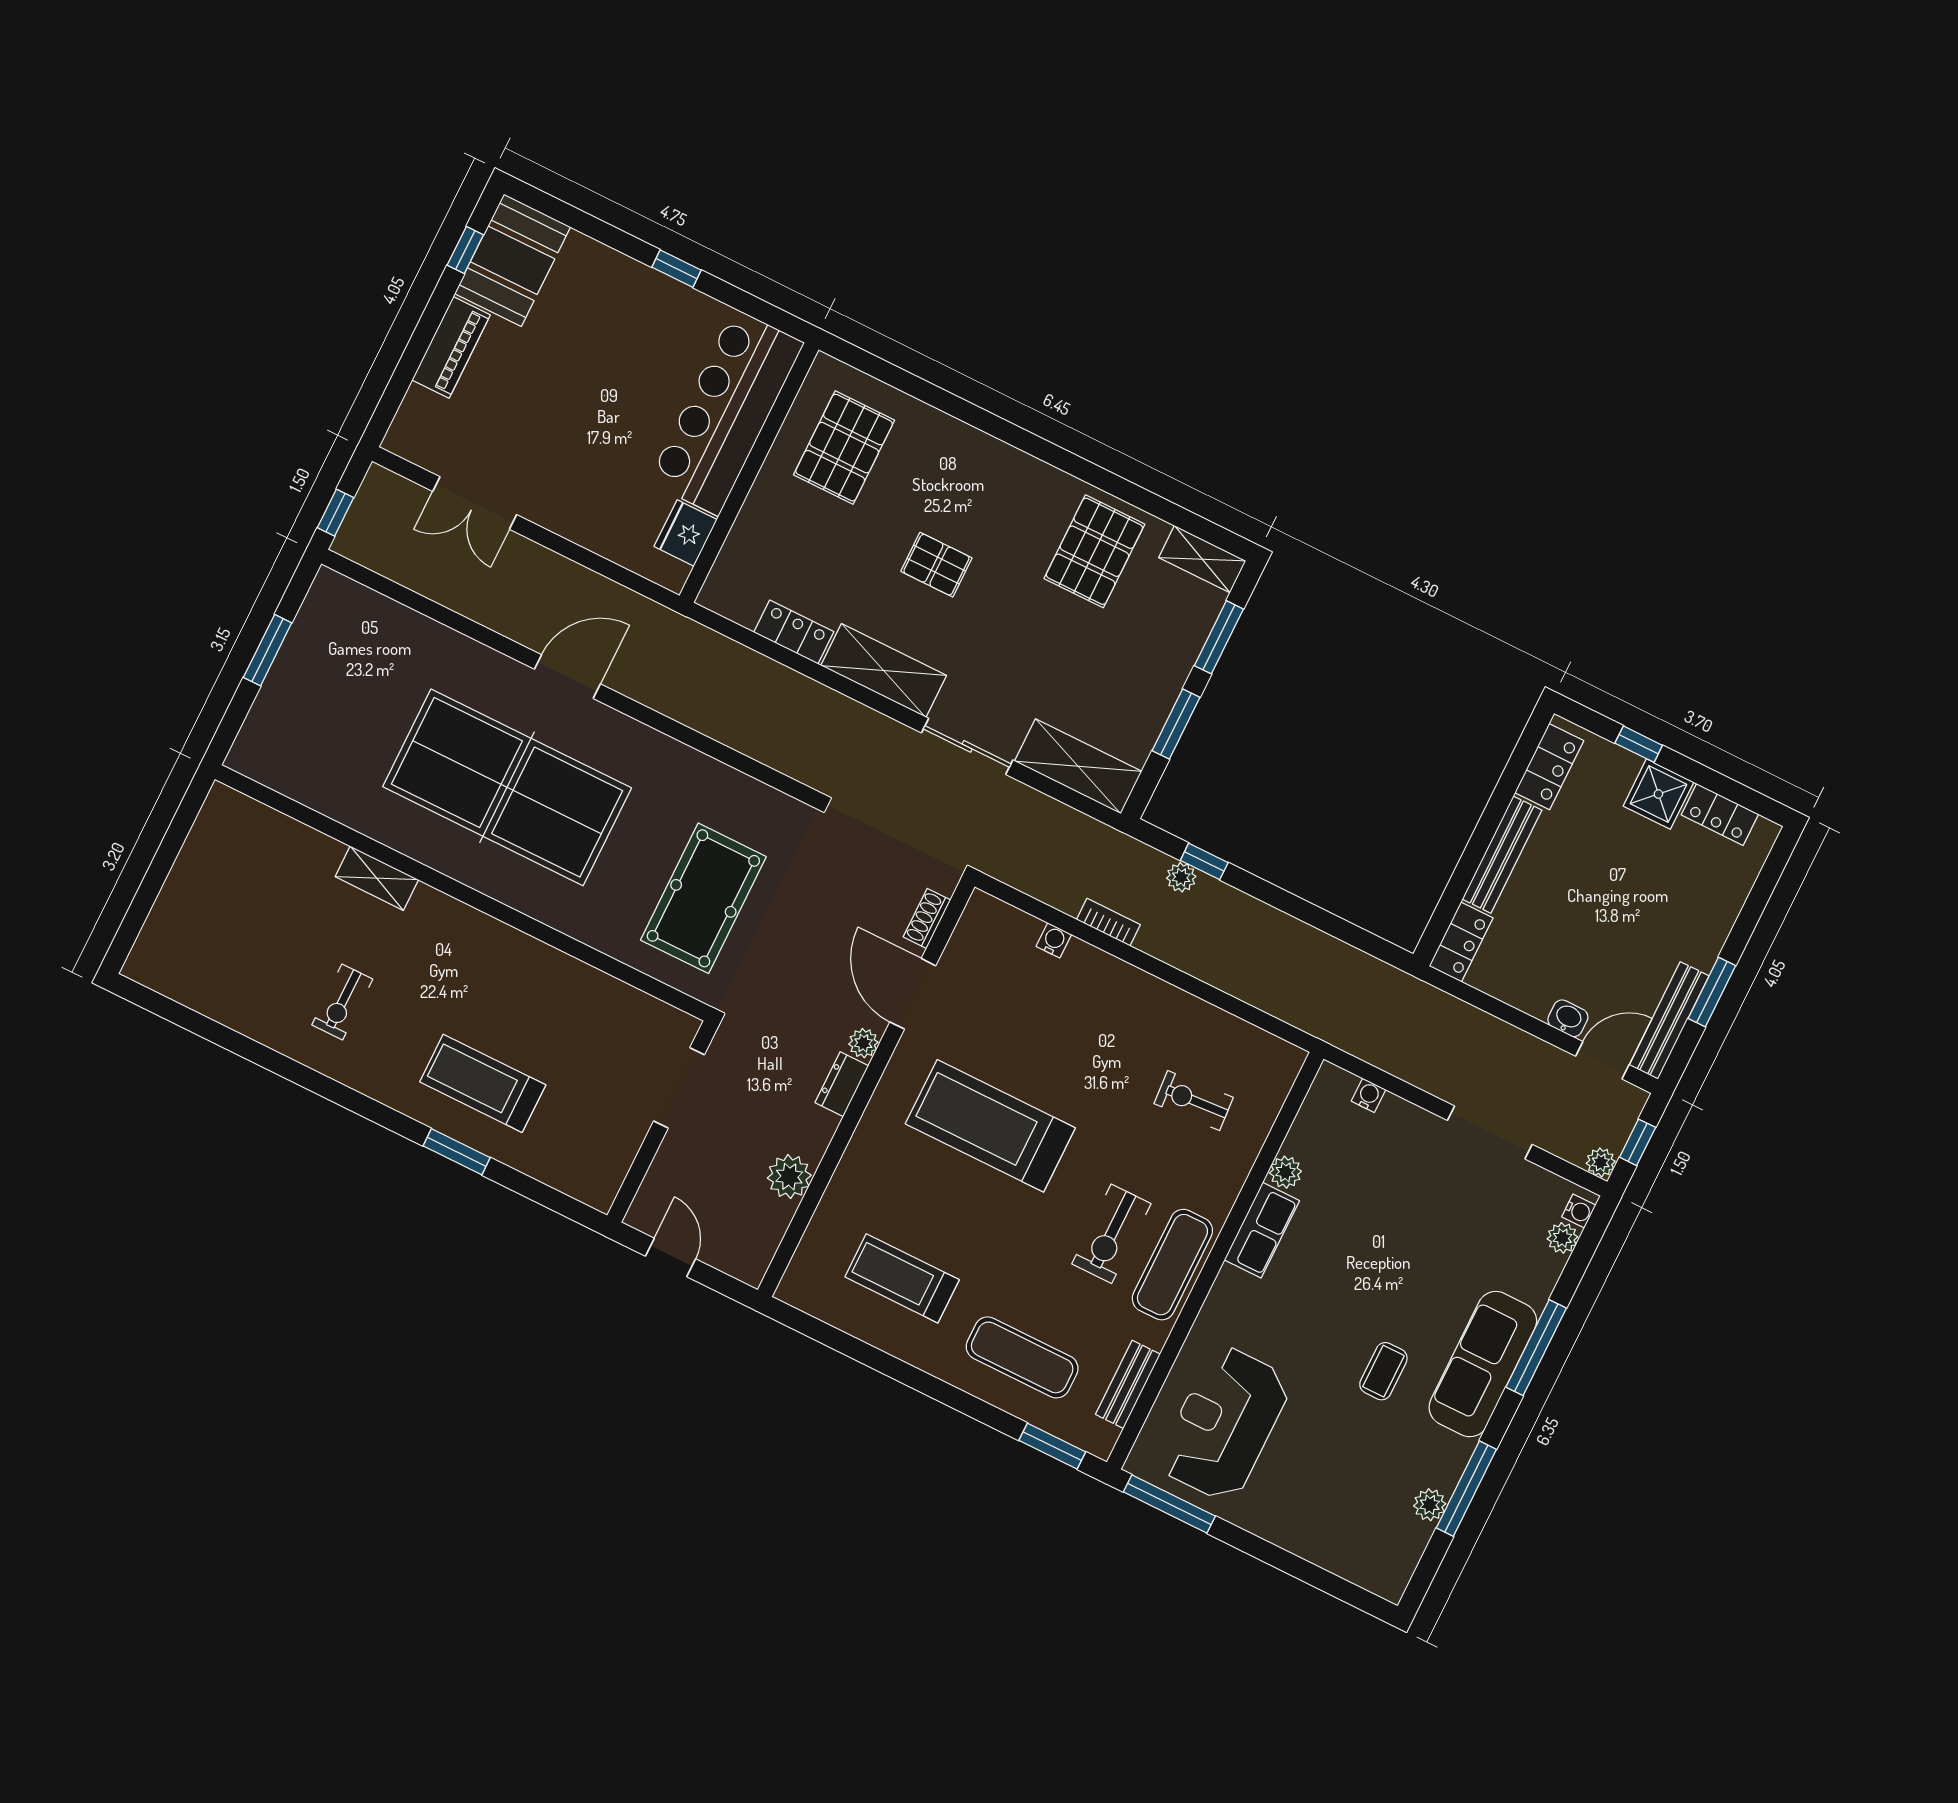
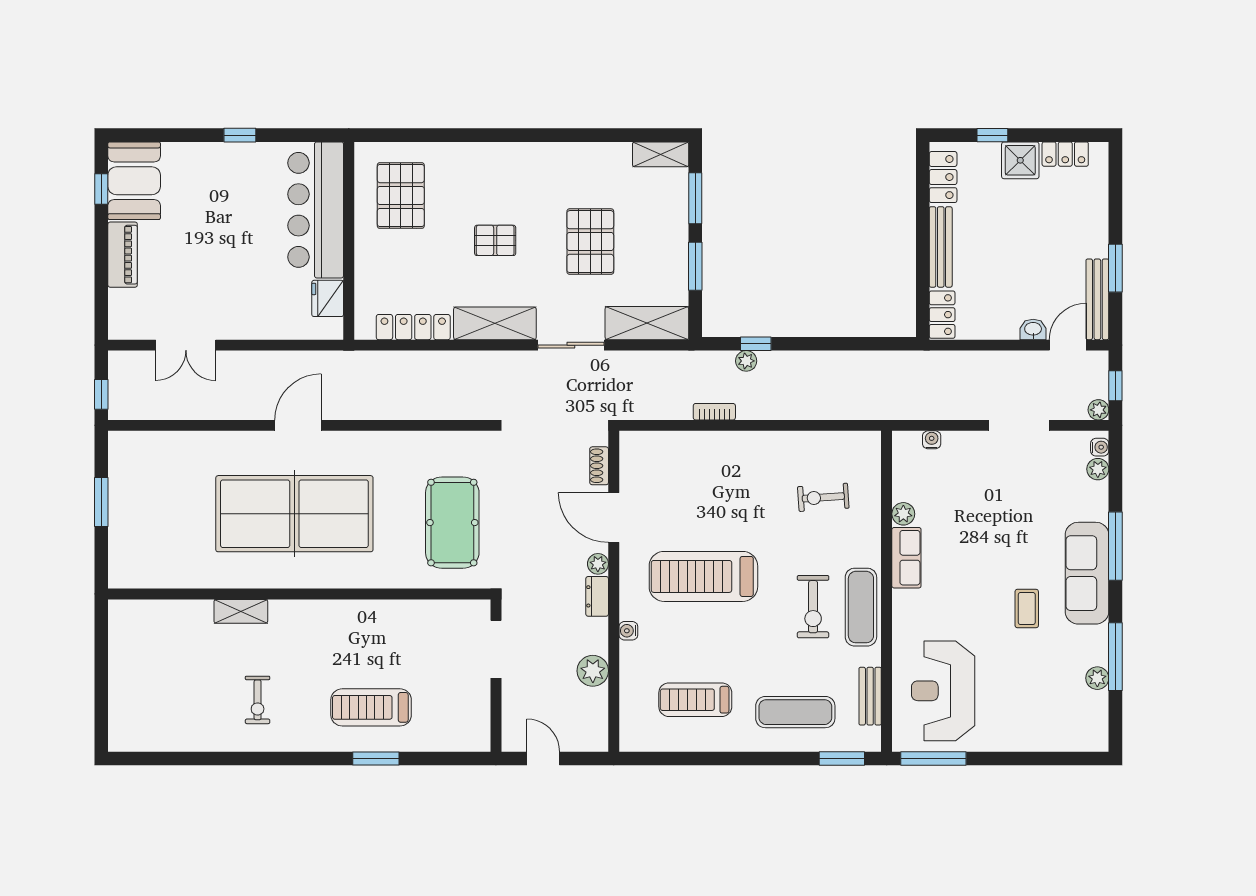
pallet: (1094, 551) -> (590, 242), moved
locker: (794, 632) -> (413, 327), width x1.53
water cooler: (1054, 940) -> (628, 631), moved, turned -90

